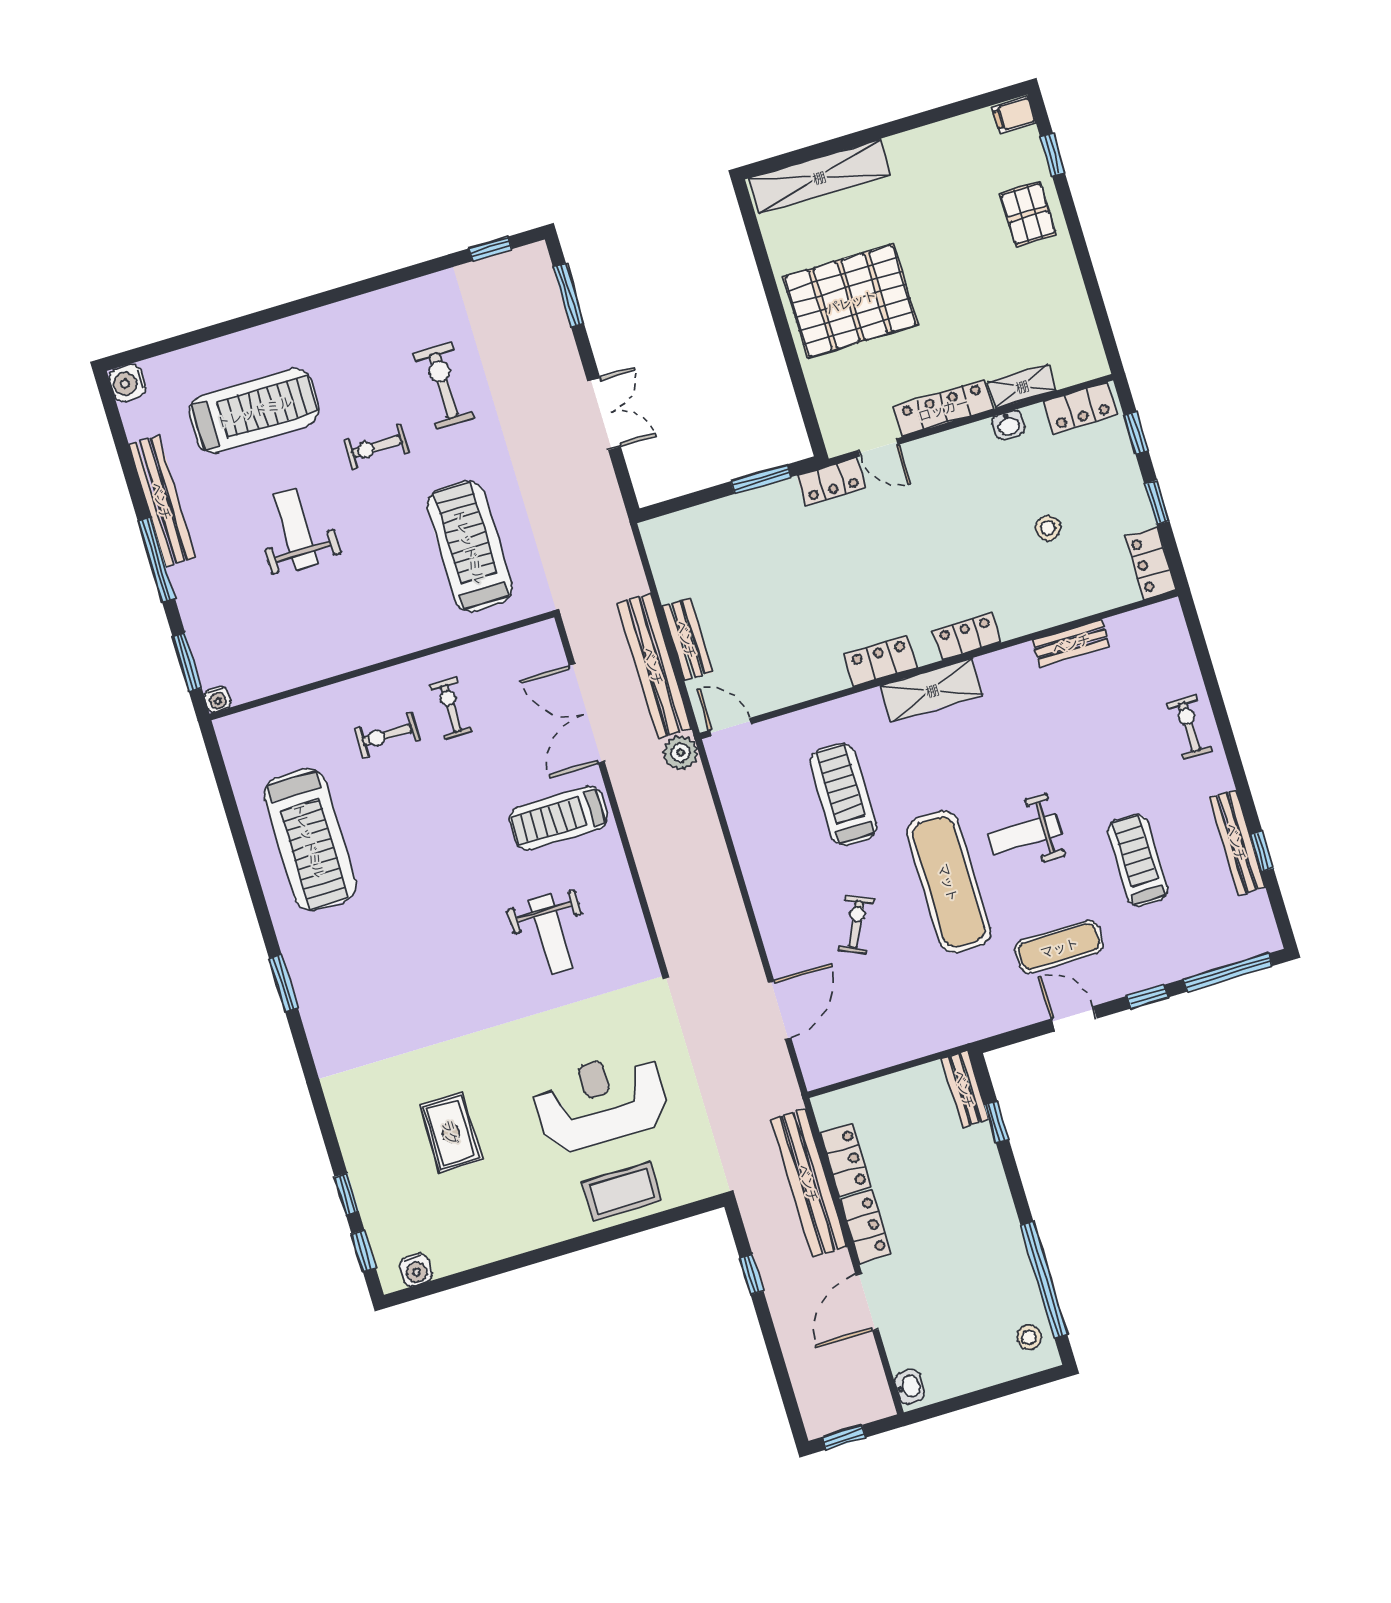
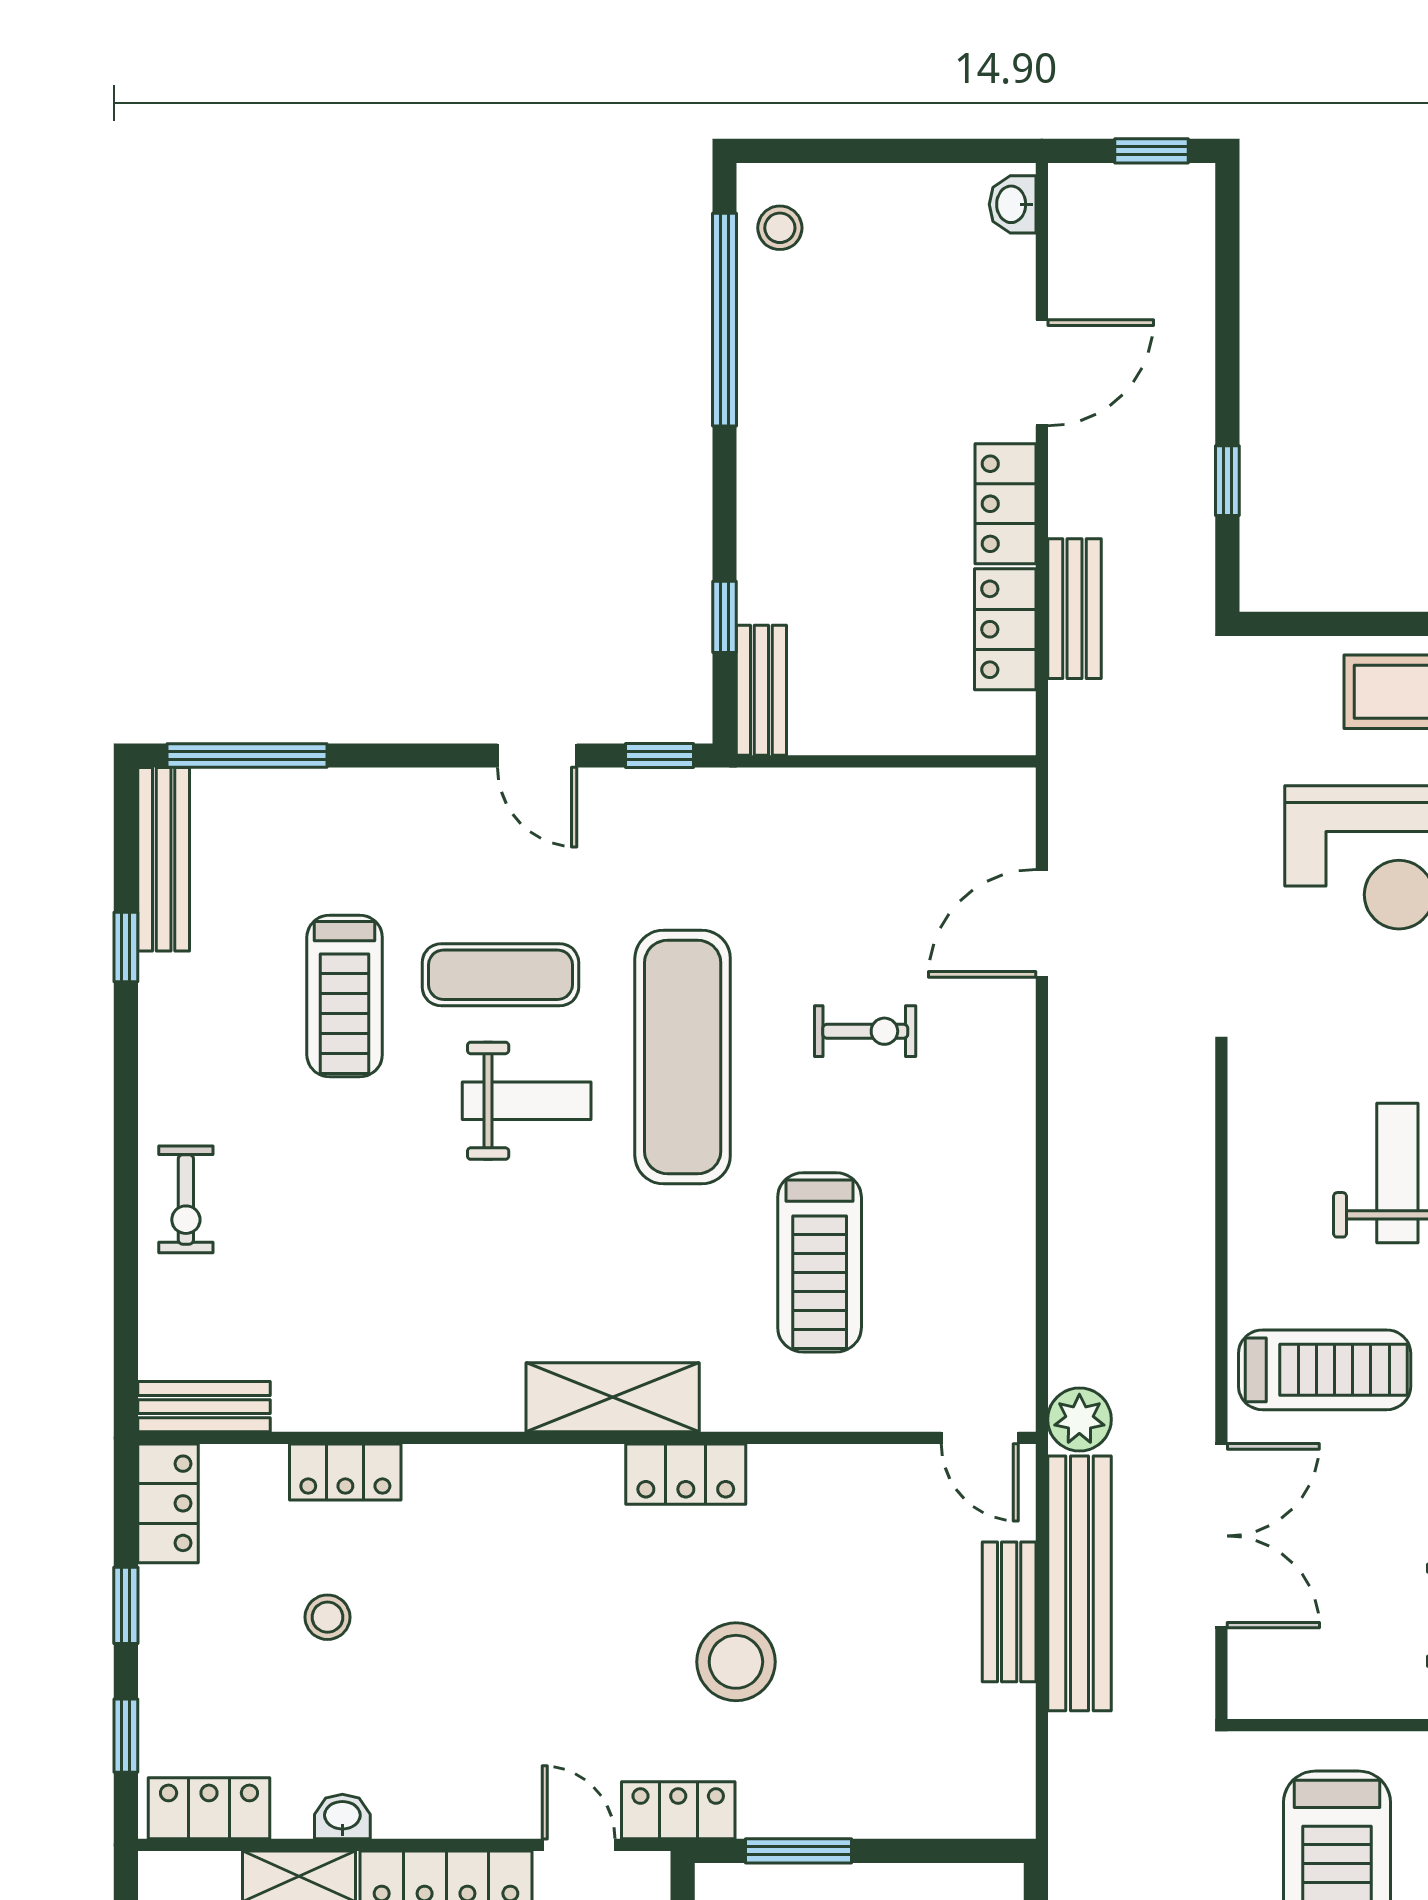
stool: (824, 569) -> (736, 1662), added
locker: (967, 636) -> (345, 1472), moved
bench: (1071, 643) -> (204, 1407), moved
bench: (1237, 842) -> (164, 859), moved
exercise bike: (856, 925) -> (865, 1031), turned -115
exercise mat: (1059, 947) -> (500, 975), moved
window: (1148, 997) -> (659, 755), moved
bench: (809, 1183) -> (1075, 609), width x0.54, depth x0.82

